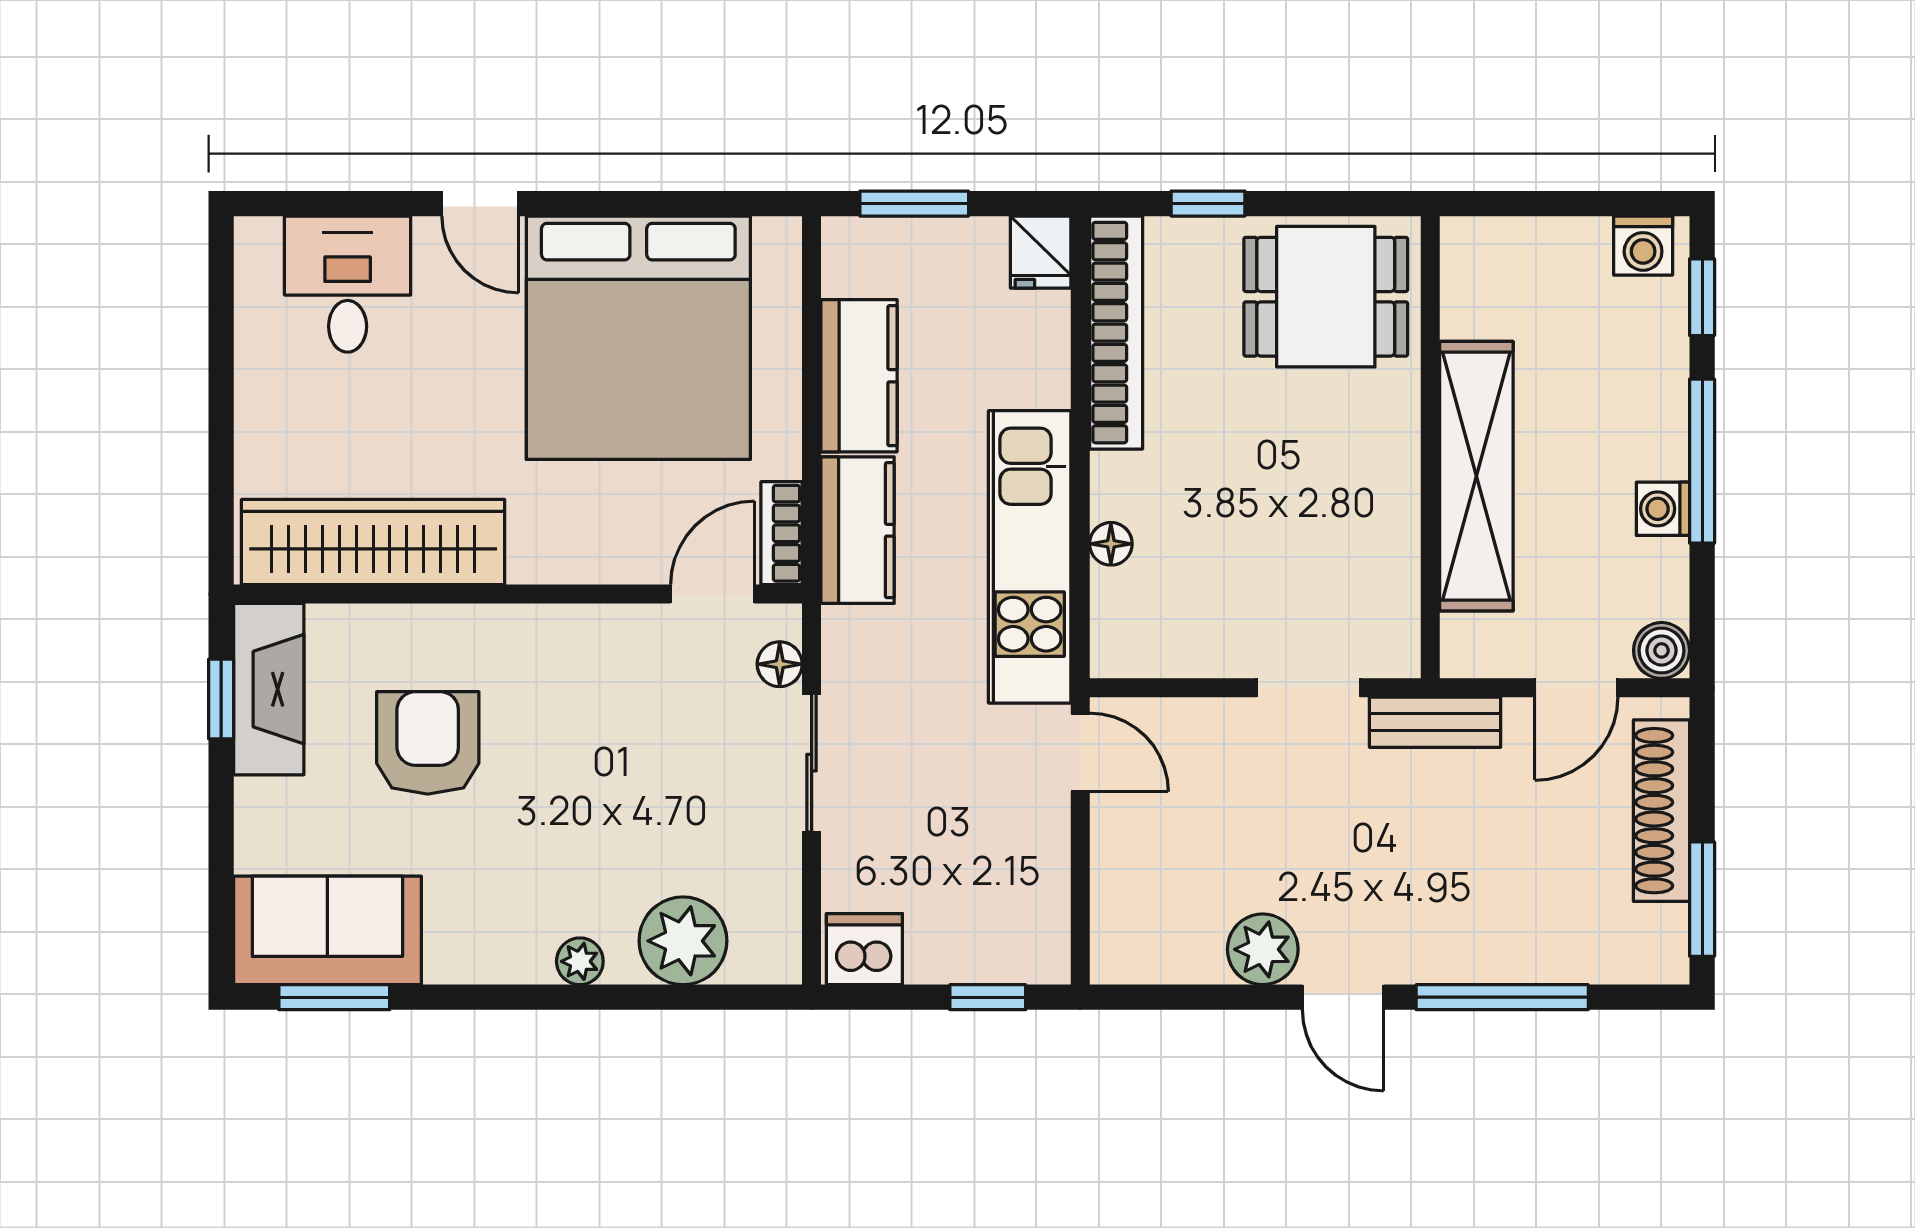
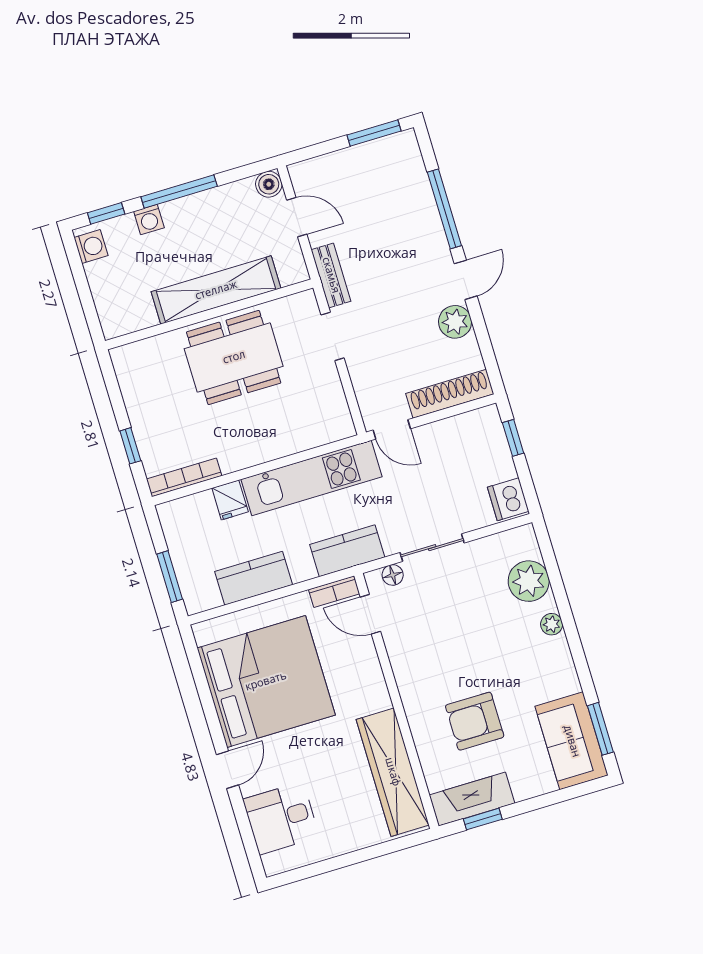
fridge: (1041, 252) -> (230, 500), moved, turned 90
dining table: (1326, 297) -> (234, 357), moved, width x1.38
bookcase: (1116, 333) -> (184, 477), width x0.68, depth x0.76
washing machine: (1663, 509) -> (149, 220), moved
kitchen counter: (858, 530) -> (347, 551), moved
floor lamp: (1111, 544) -> (295, 444), removed
door: (1080, 752) -> (392, 429), swing flipped
shoe rack: (1661, 811) -> (450, 394), moved, turned 180

